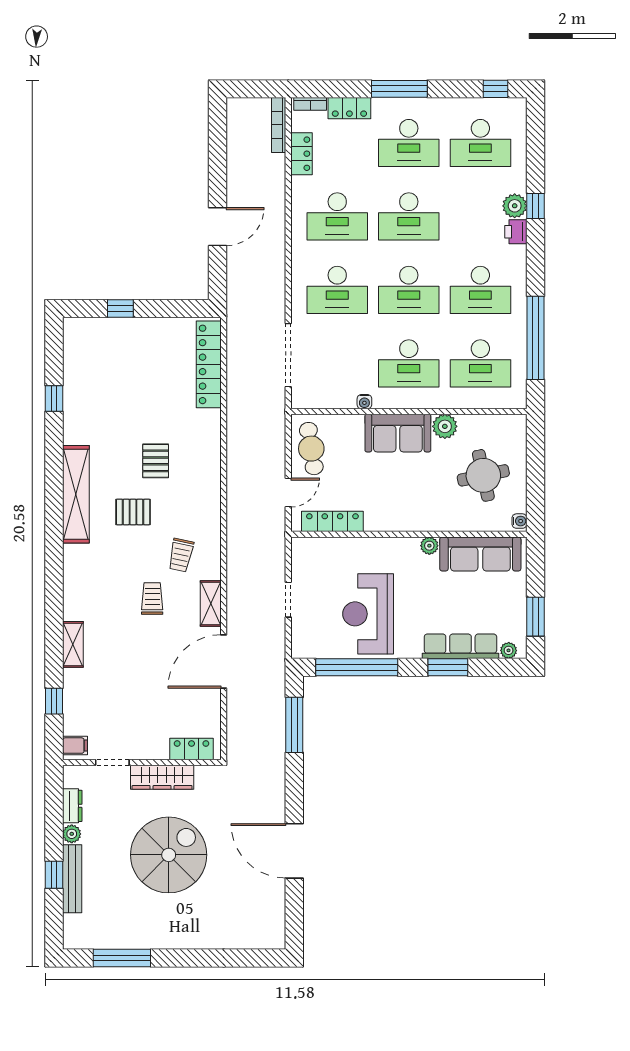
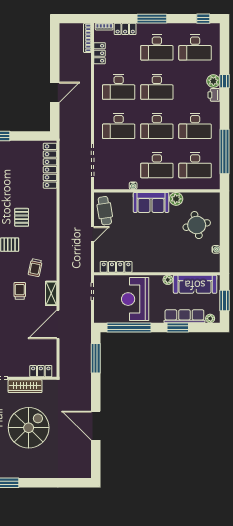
locker: (332, 521) -> (116, 267), moved
wall: (409, 534) -> (157, 274), moved
plant: (429, 546) -> (168, 280), moved
sofa: (480, 554) -> (195, 284), moved

